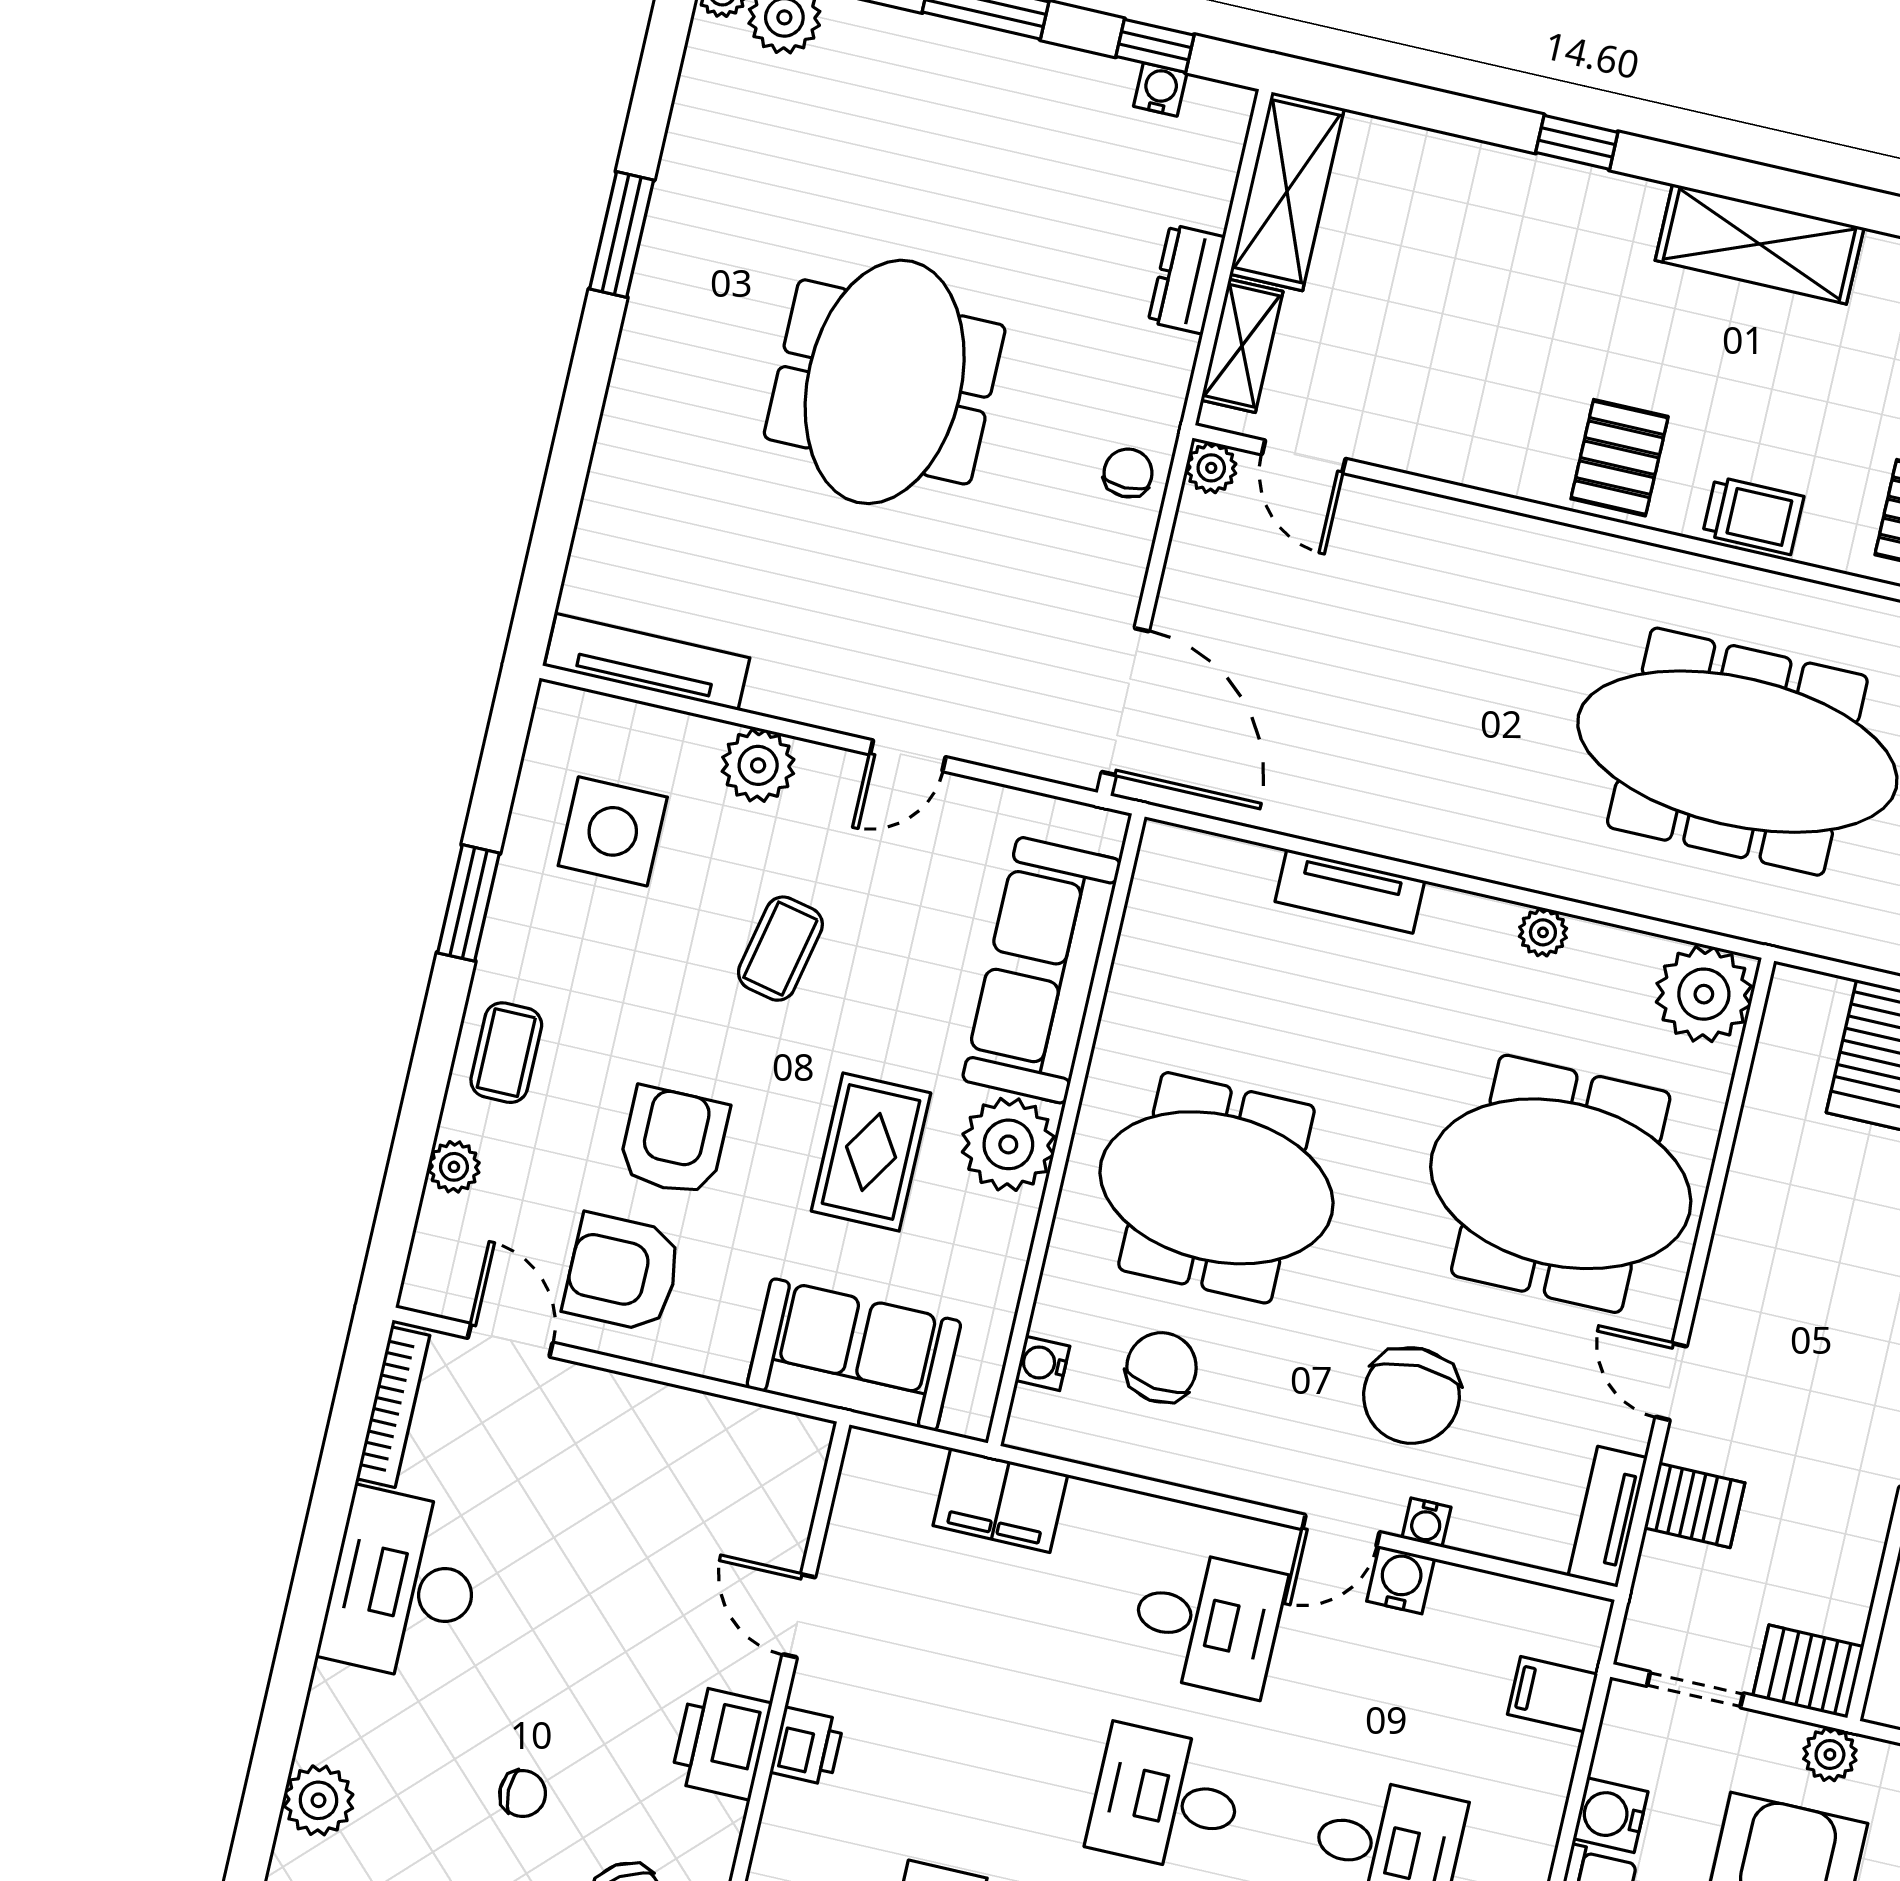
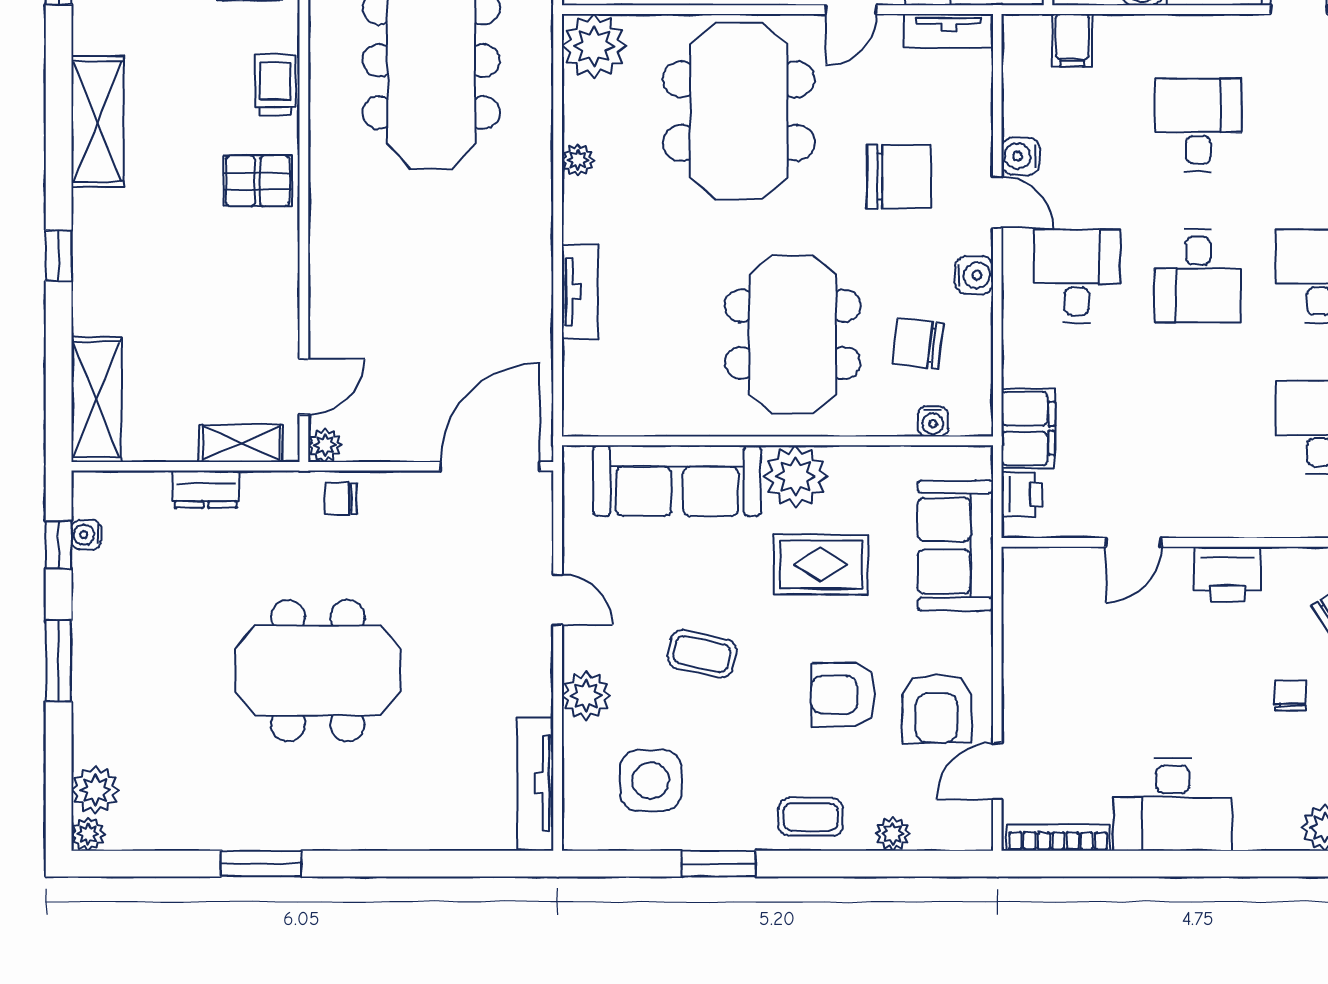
shelving: (1287, 191) -> (96, 400), moved, turned 90
water cooler: (1426, 1523) -> (974, 275), moved, width x1.38, depth x1.38
printer: (807, 1746) -> (1022, 494), moved, turned 90

